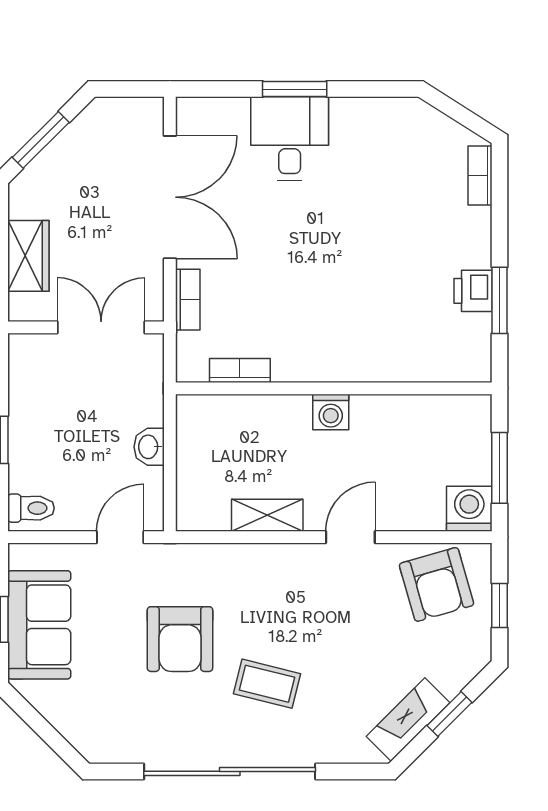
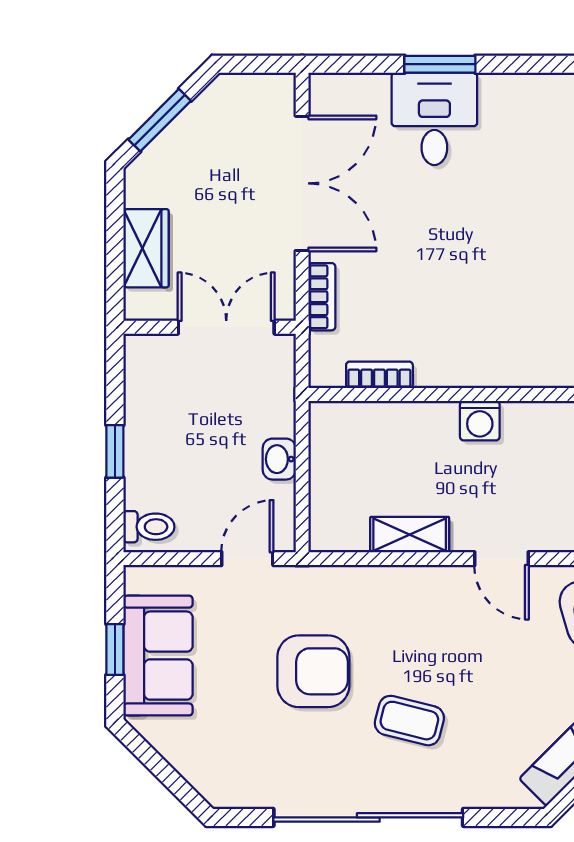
door: (350, 537) -> (501, 559), swing flipped
armchair: (180, 639) -> (313, 671), turned -90

